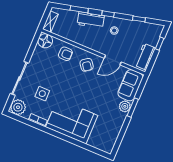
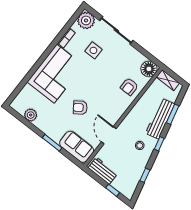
workbench: (91, 20) -> (160, 119), width x1.37
armchair: (87, 65) -> (80, 108), moved
plant: (125, 106) -> (31, 115), moved

